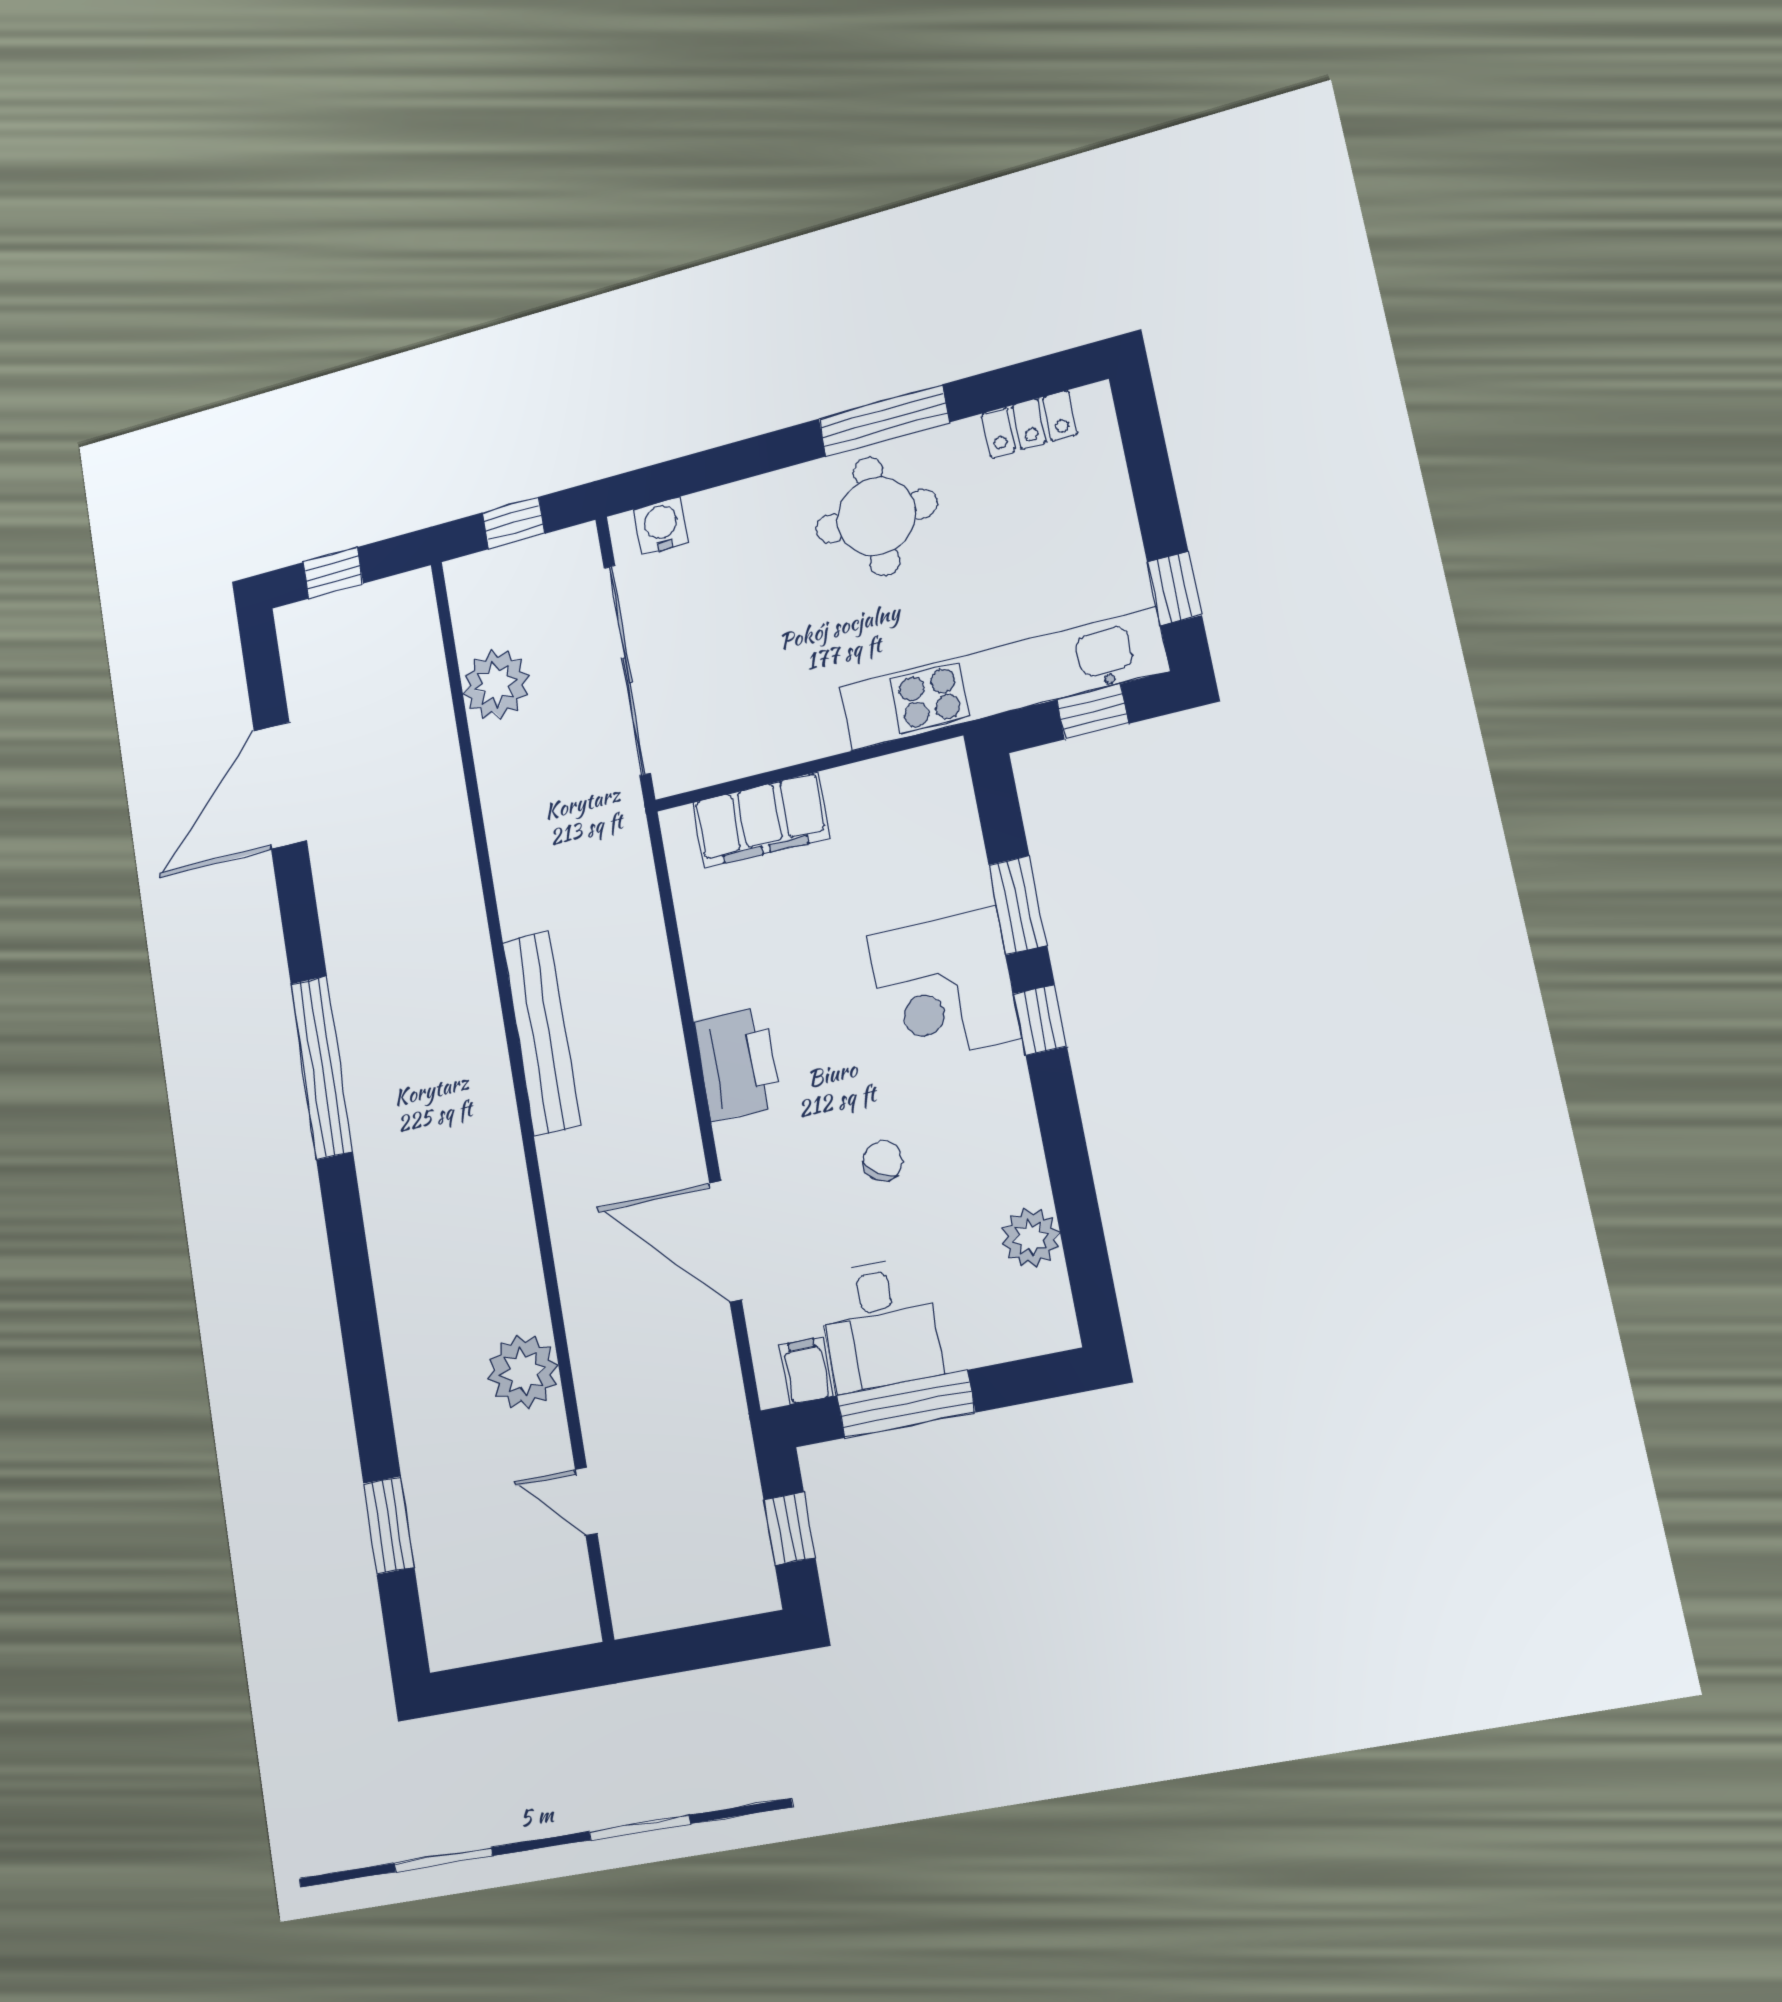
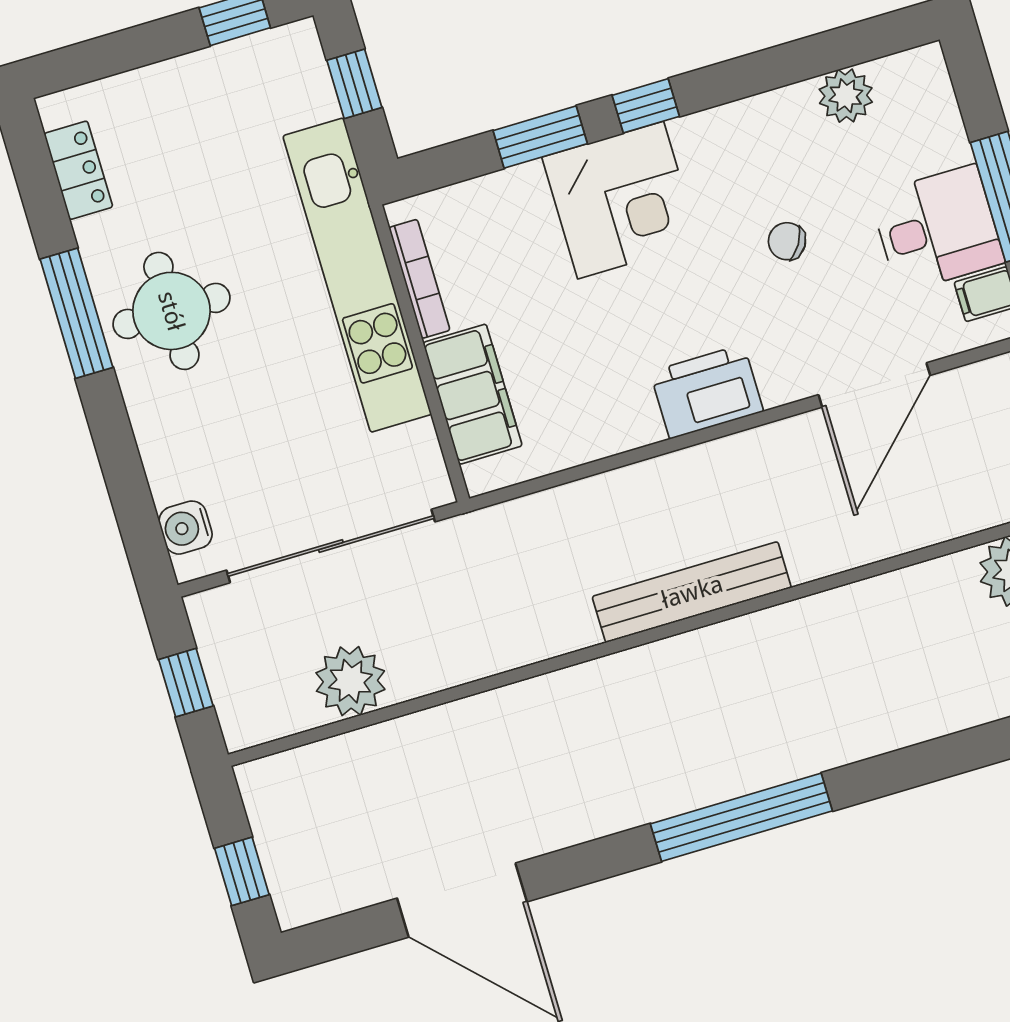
kitchen unit: (1002, 679) -> (357, 275), moved
bookcase: (883, 771) -> (419, 279), added

